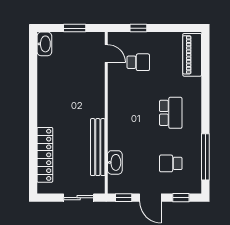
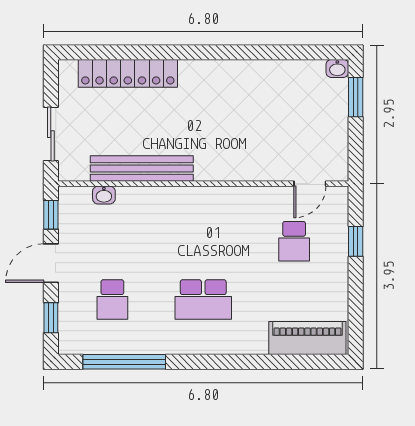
window: (75, 28) -> (356, 97), moved
washbasin: (44, 44) -> (337, 68), width x0.52, depth x0.69
washbasin: (115, 162) -> (104, 195), width x0.52, depth x0.69
school desk: (171, 163) -> (112, 300), turned 180

